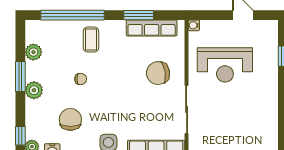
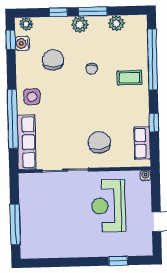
window: (139, 15) -> (154, 123), width x0.67
row of seats: (152, 28) -> (142, 143), width x0.68
chair: (70, 119) -> (53, 60), turned -90
window: (20, 136) -> (58, 12), moved

